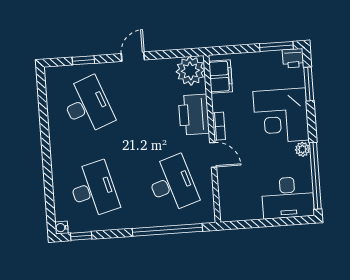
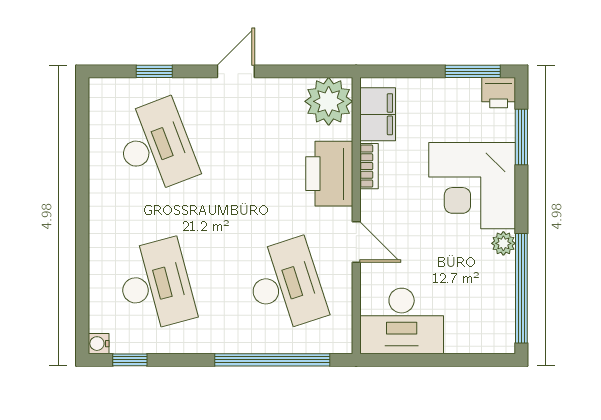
bookcase: (219, 126) -> (369, 166), moved
desk: (288, 198) -> (402, 321), moved

